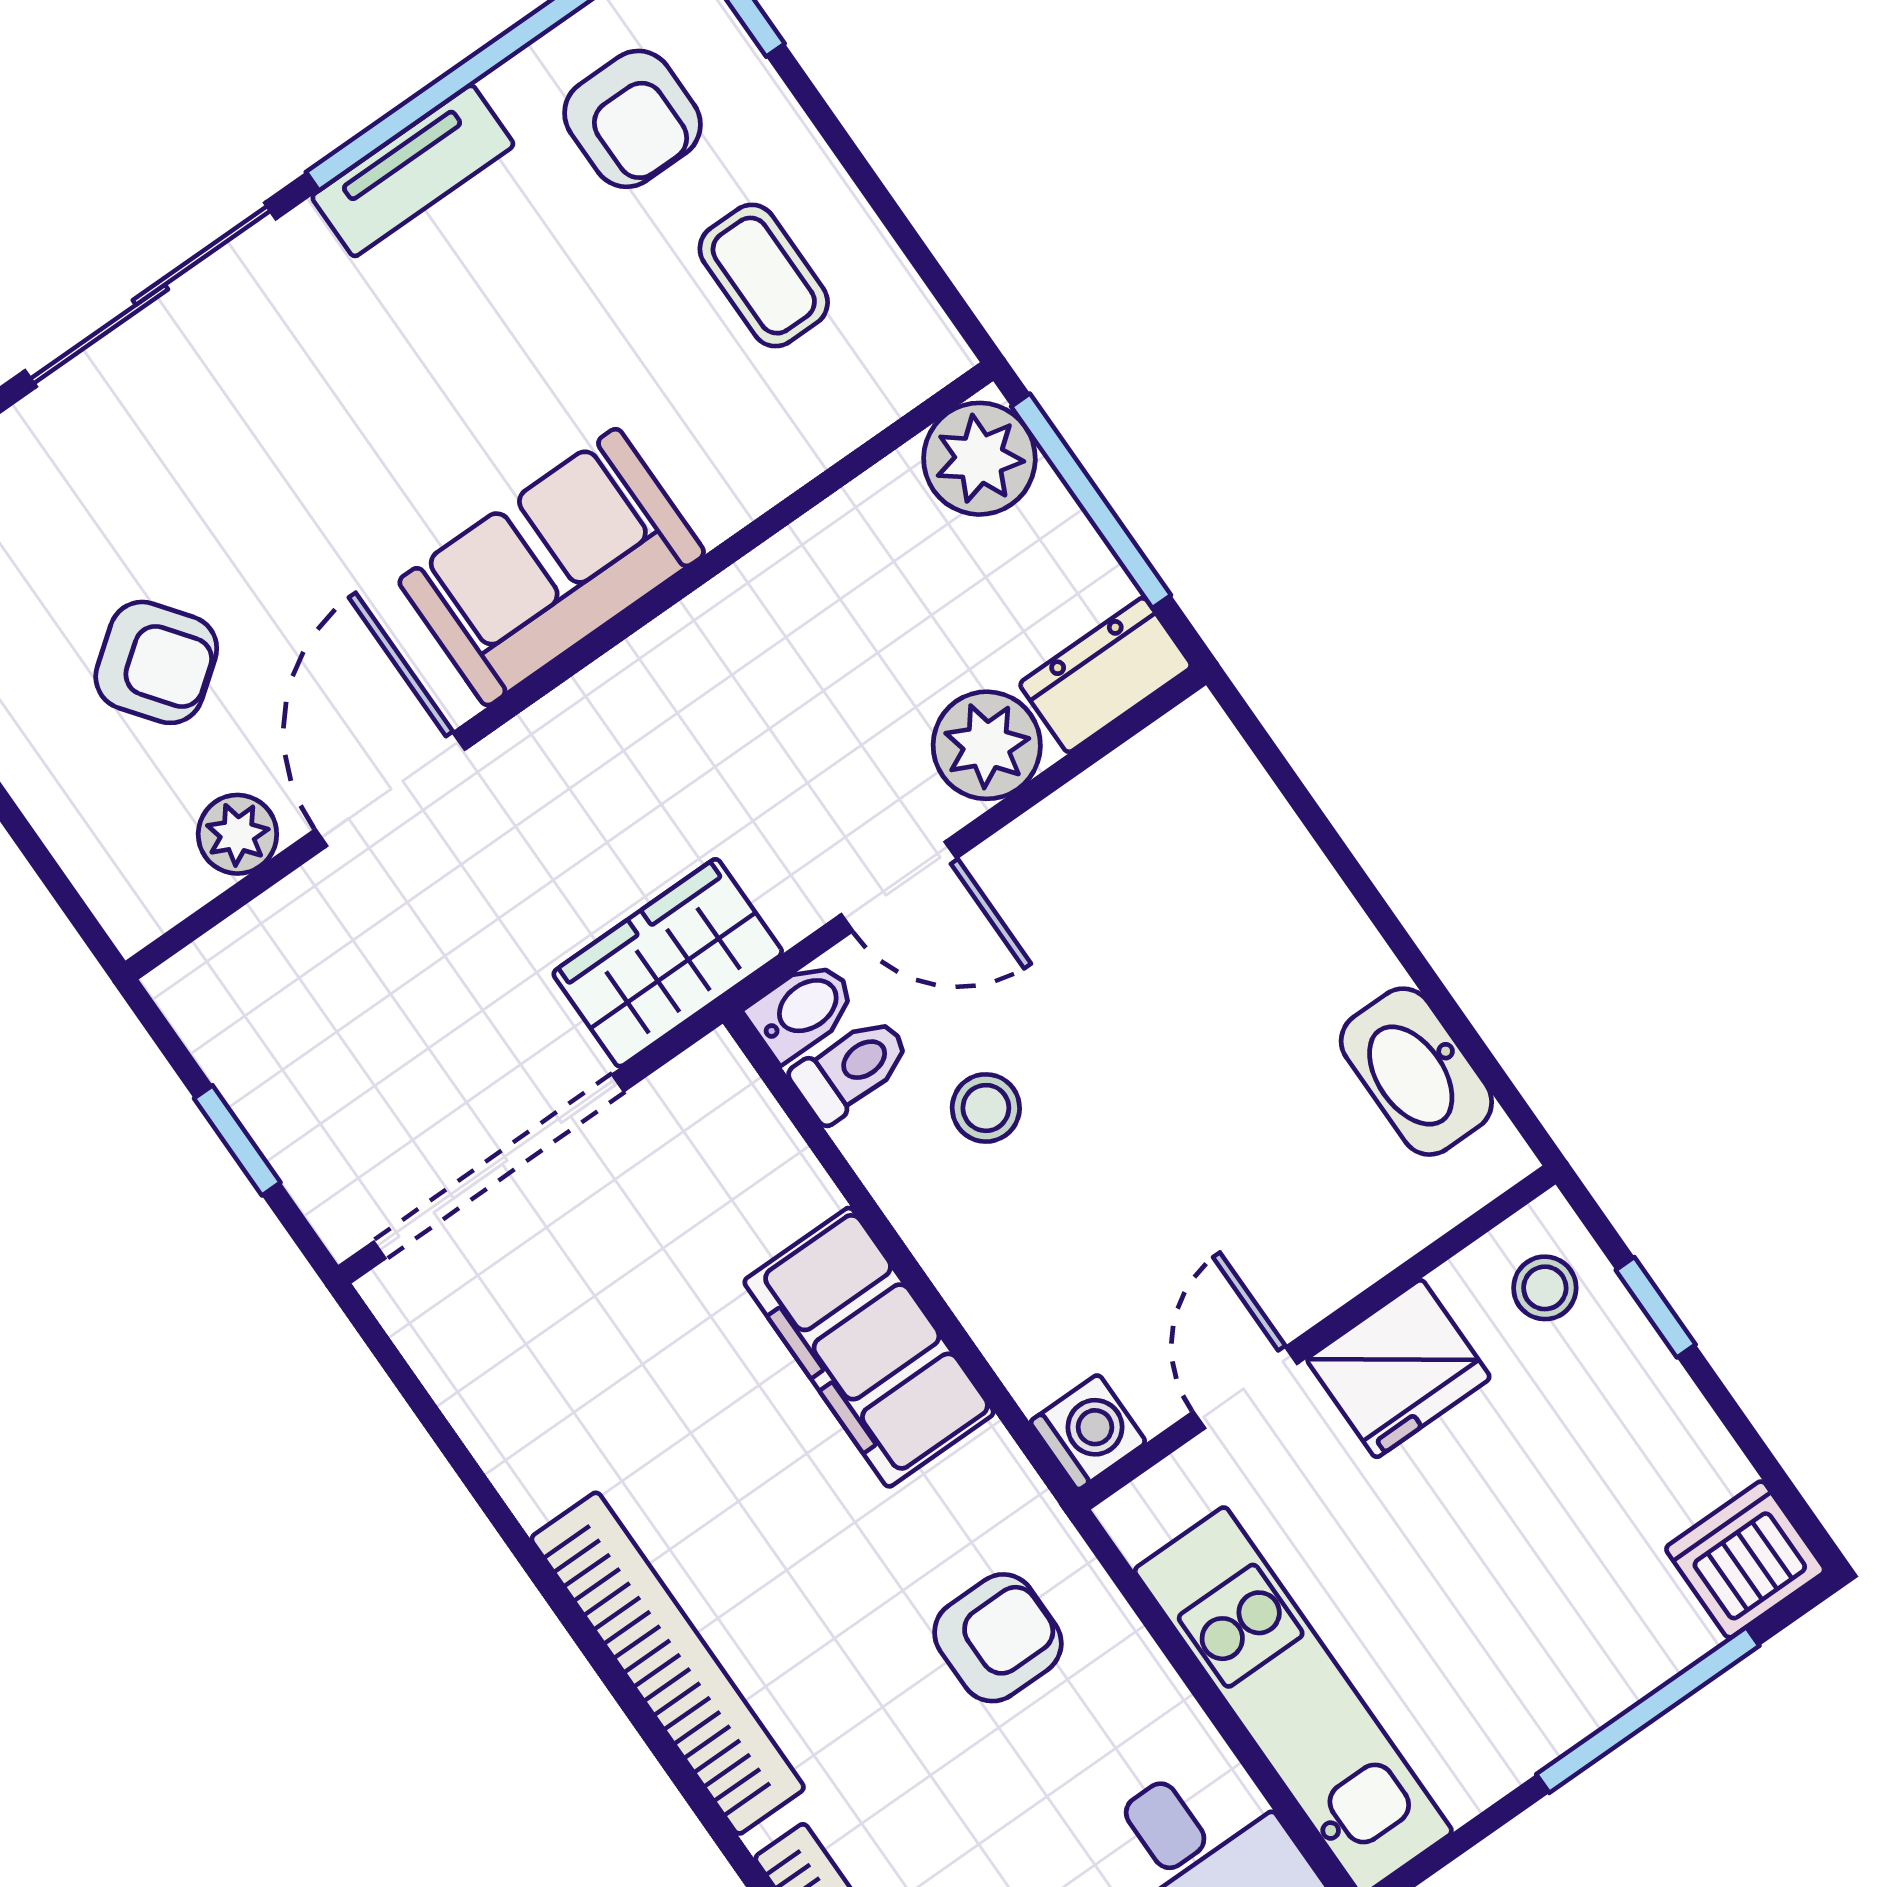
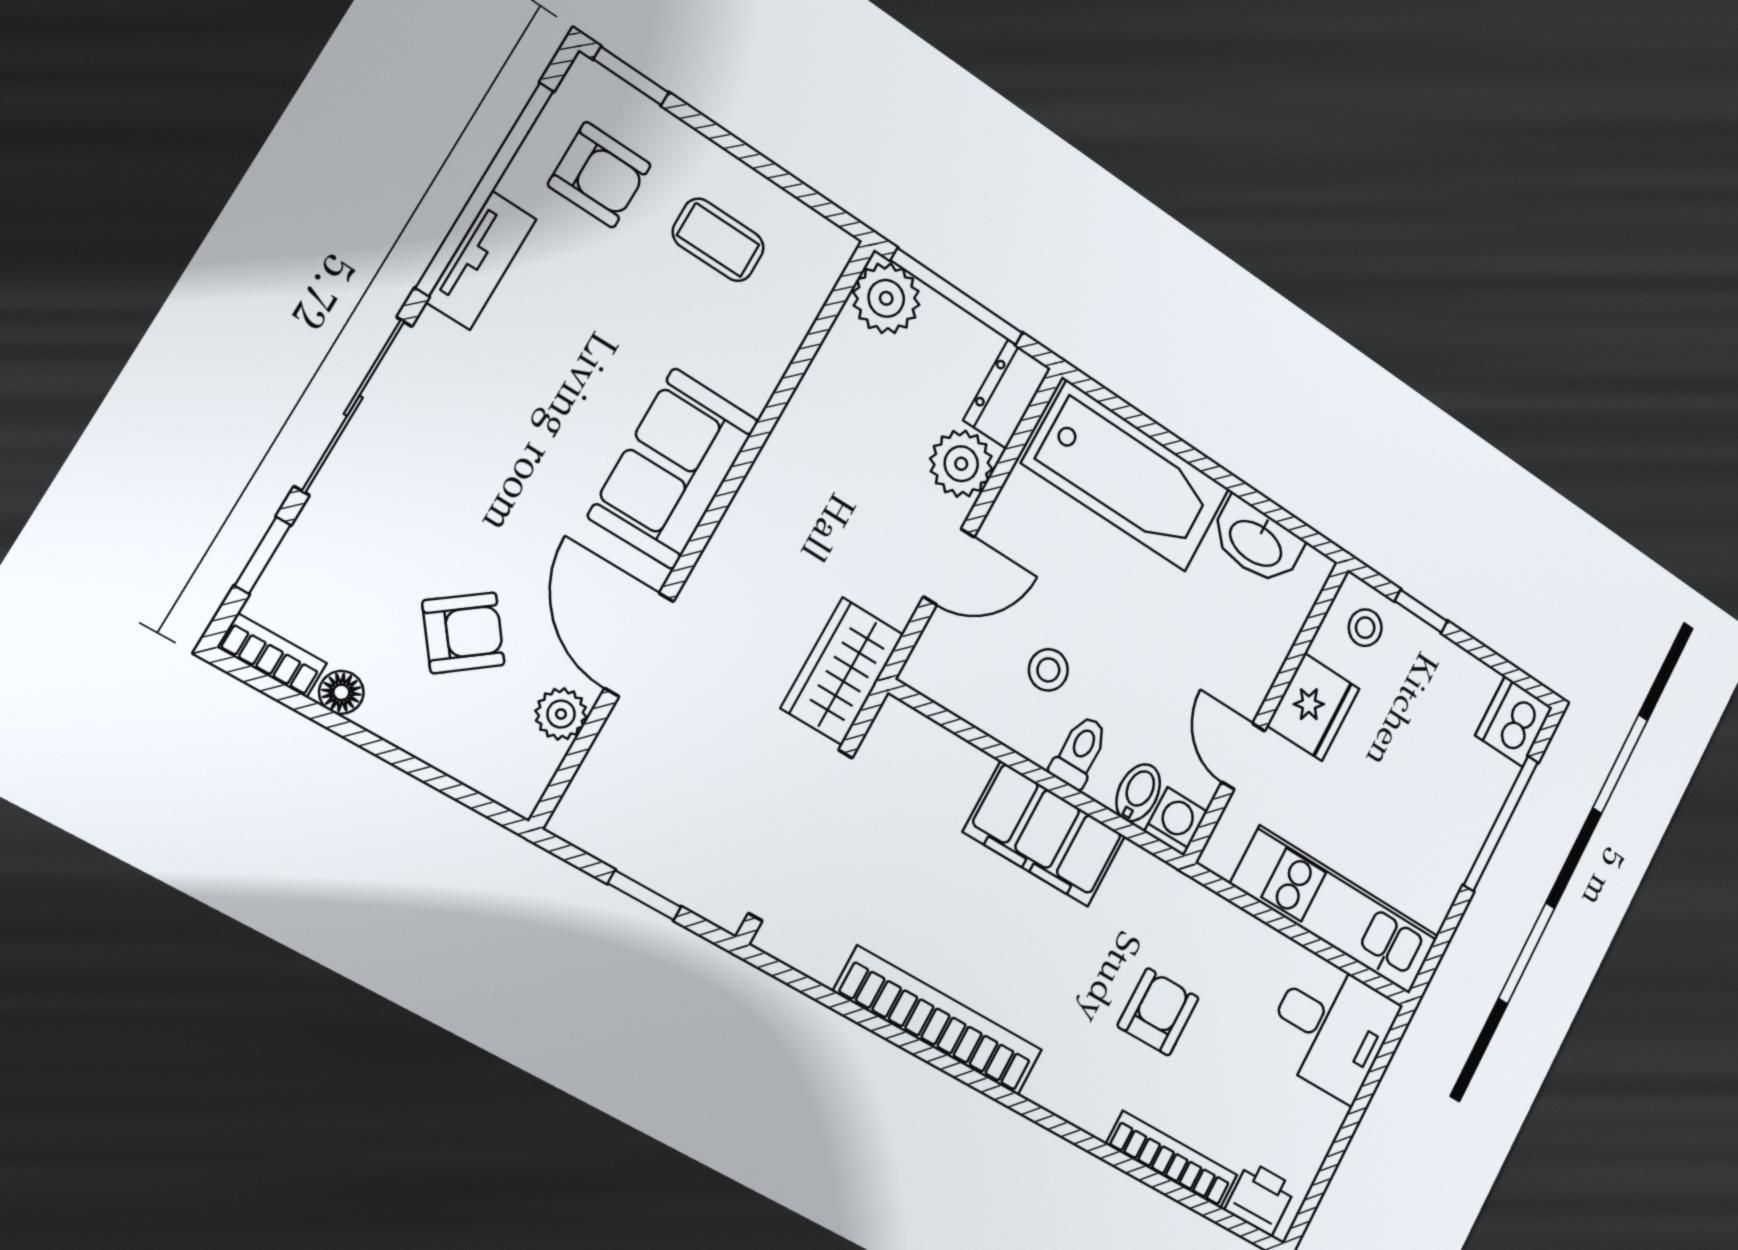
bathtub: (1243, 878) -> (1126, 476), added
bidet: (802, 1010) -> (1138, 793), moved
toilet: (851, 1069) -> (1079, 752), moved
armchair: (998, 1638) -> (1158, 1012), moved
bookcase: (668, 1663) -> (938, 1021), moved

